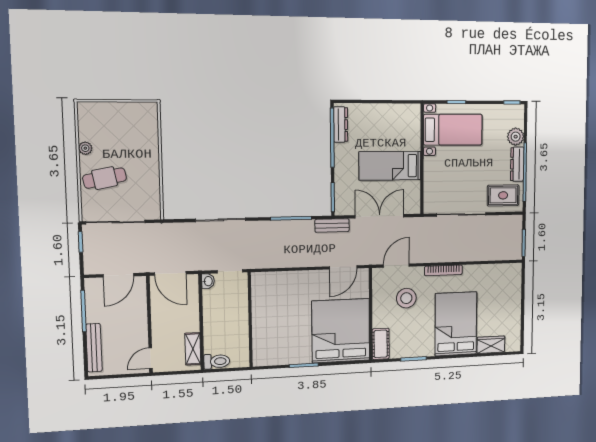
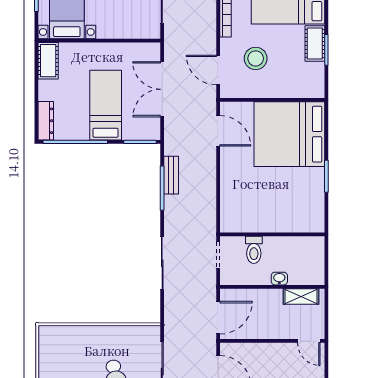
cot: (405, 113) -> (48, 61), added
dresser: (341, 125) -> (46, 121), moved, turned 90
bed: (390, 166) -> (106, 105), moved, turned 180
bench: (332, 225) -> (171, 175), moved
washbasin: (208, 281) -> (279, 279), moved
cot: (381, 344) -> (315, 43), moved, turned 90
toilet: (217, 361) -> (254, 250), moved, turned 180

